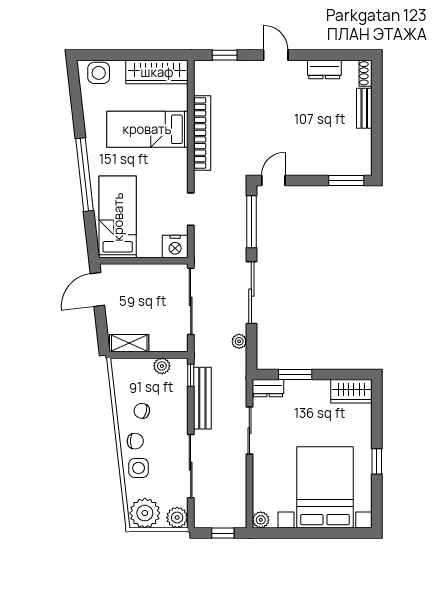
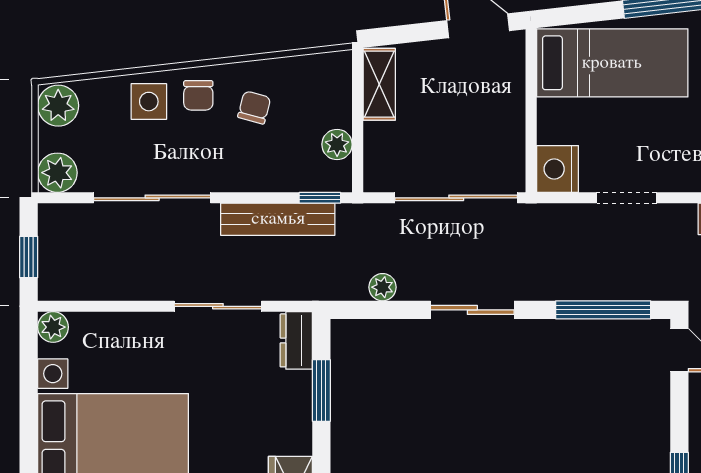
sliding door: (251, 293) -> (472, 310), width x0.73
plant: (145, 513) -> (58, 106), width x0.73, depth x0.73

